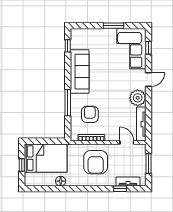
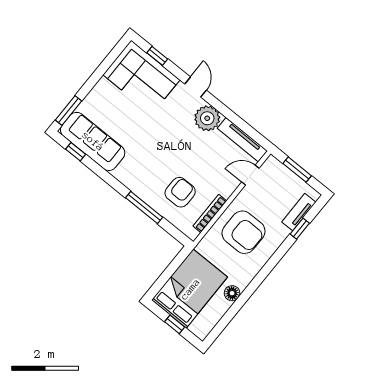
window: (113, 26) -> (68, 110), moved
sofa: (80, 72) -> (93, 141), moved
armchair: (90, 114) -> (180, 192), turned 90

